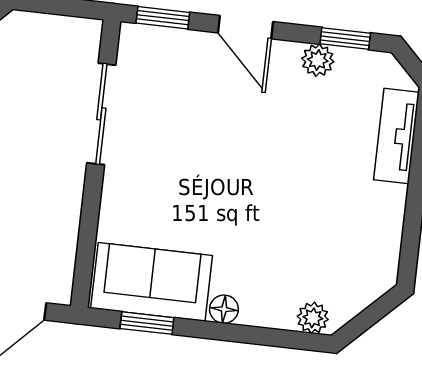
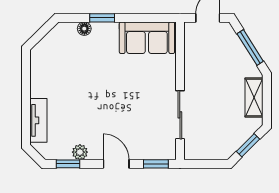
floor lamp: (224, 309) -> (84, 29), moved
plant: (313, 318) -> (68, 29), removed
window: (147, 323) -> (102, 18), moved

